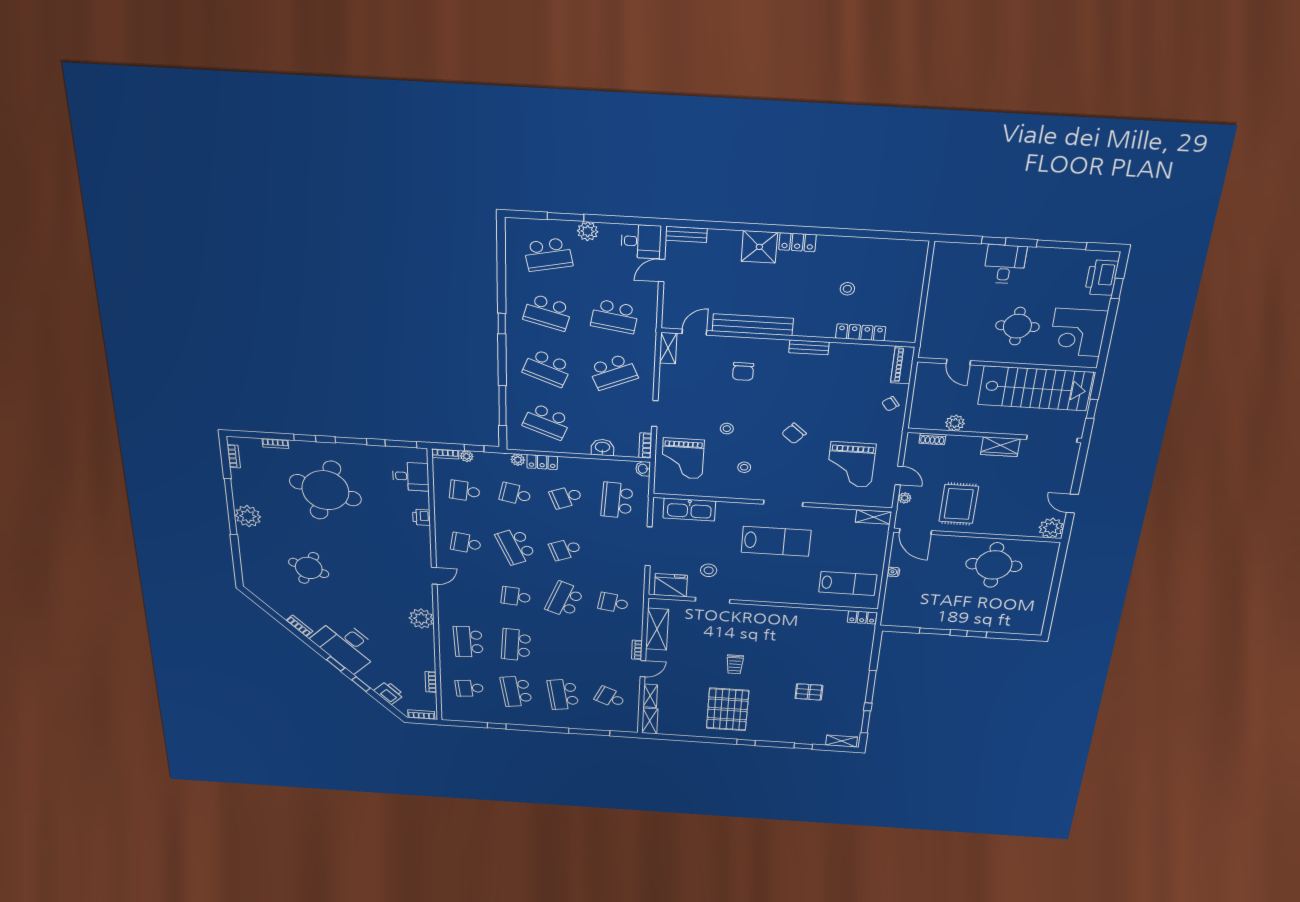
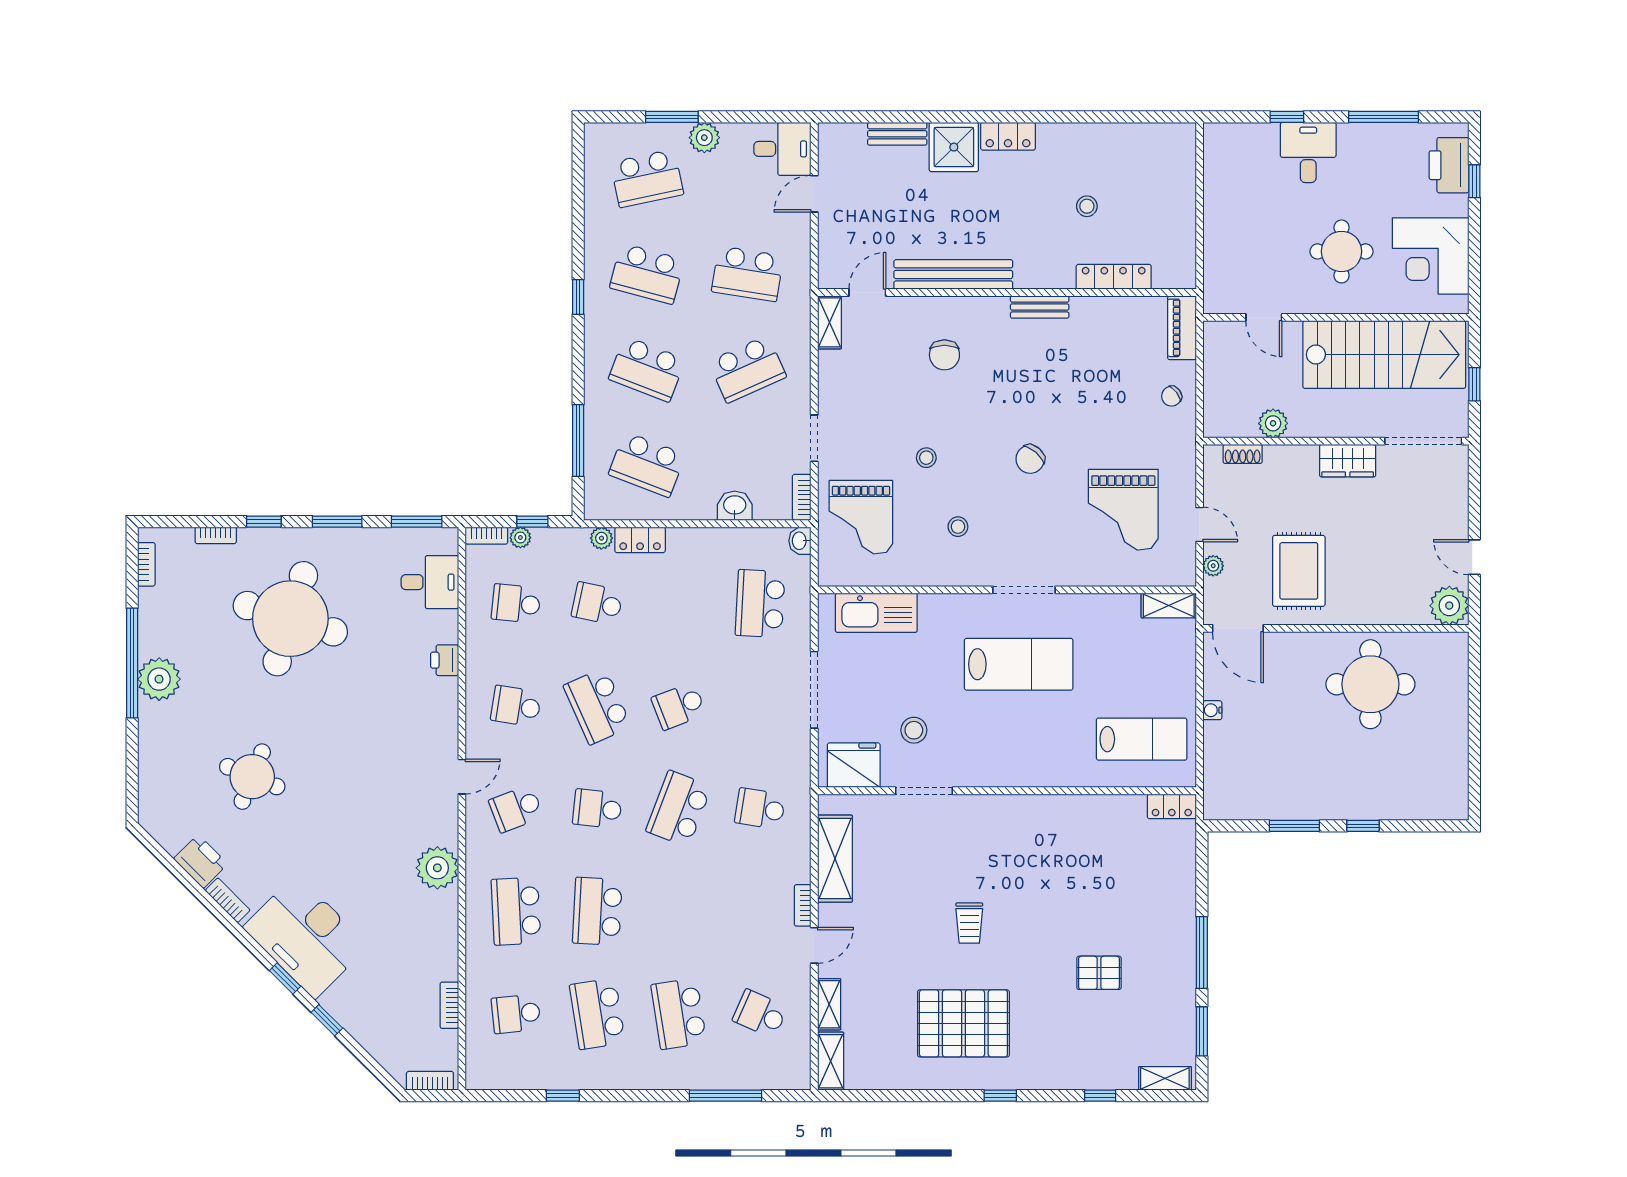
bench: (686, 234) -> (897, 134), moved
school desk: (566, 497) -> (516, 809), moved
printer: (389, 693) -> (201, 861), moved
pallet: (728, 709) -> (963, 1023), turned 90

